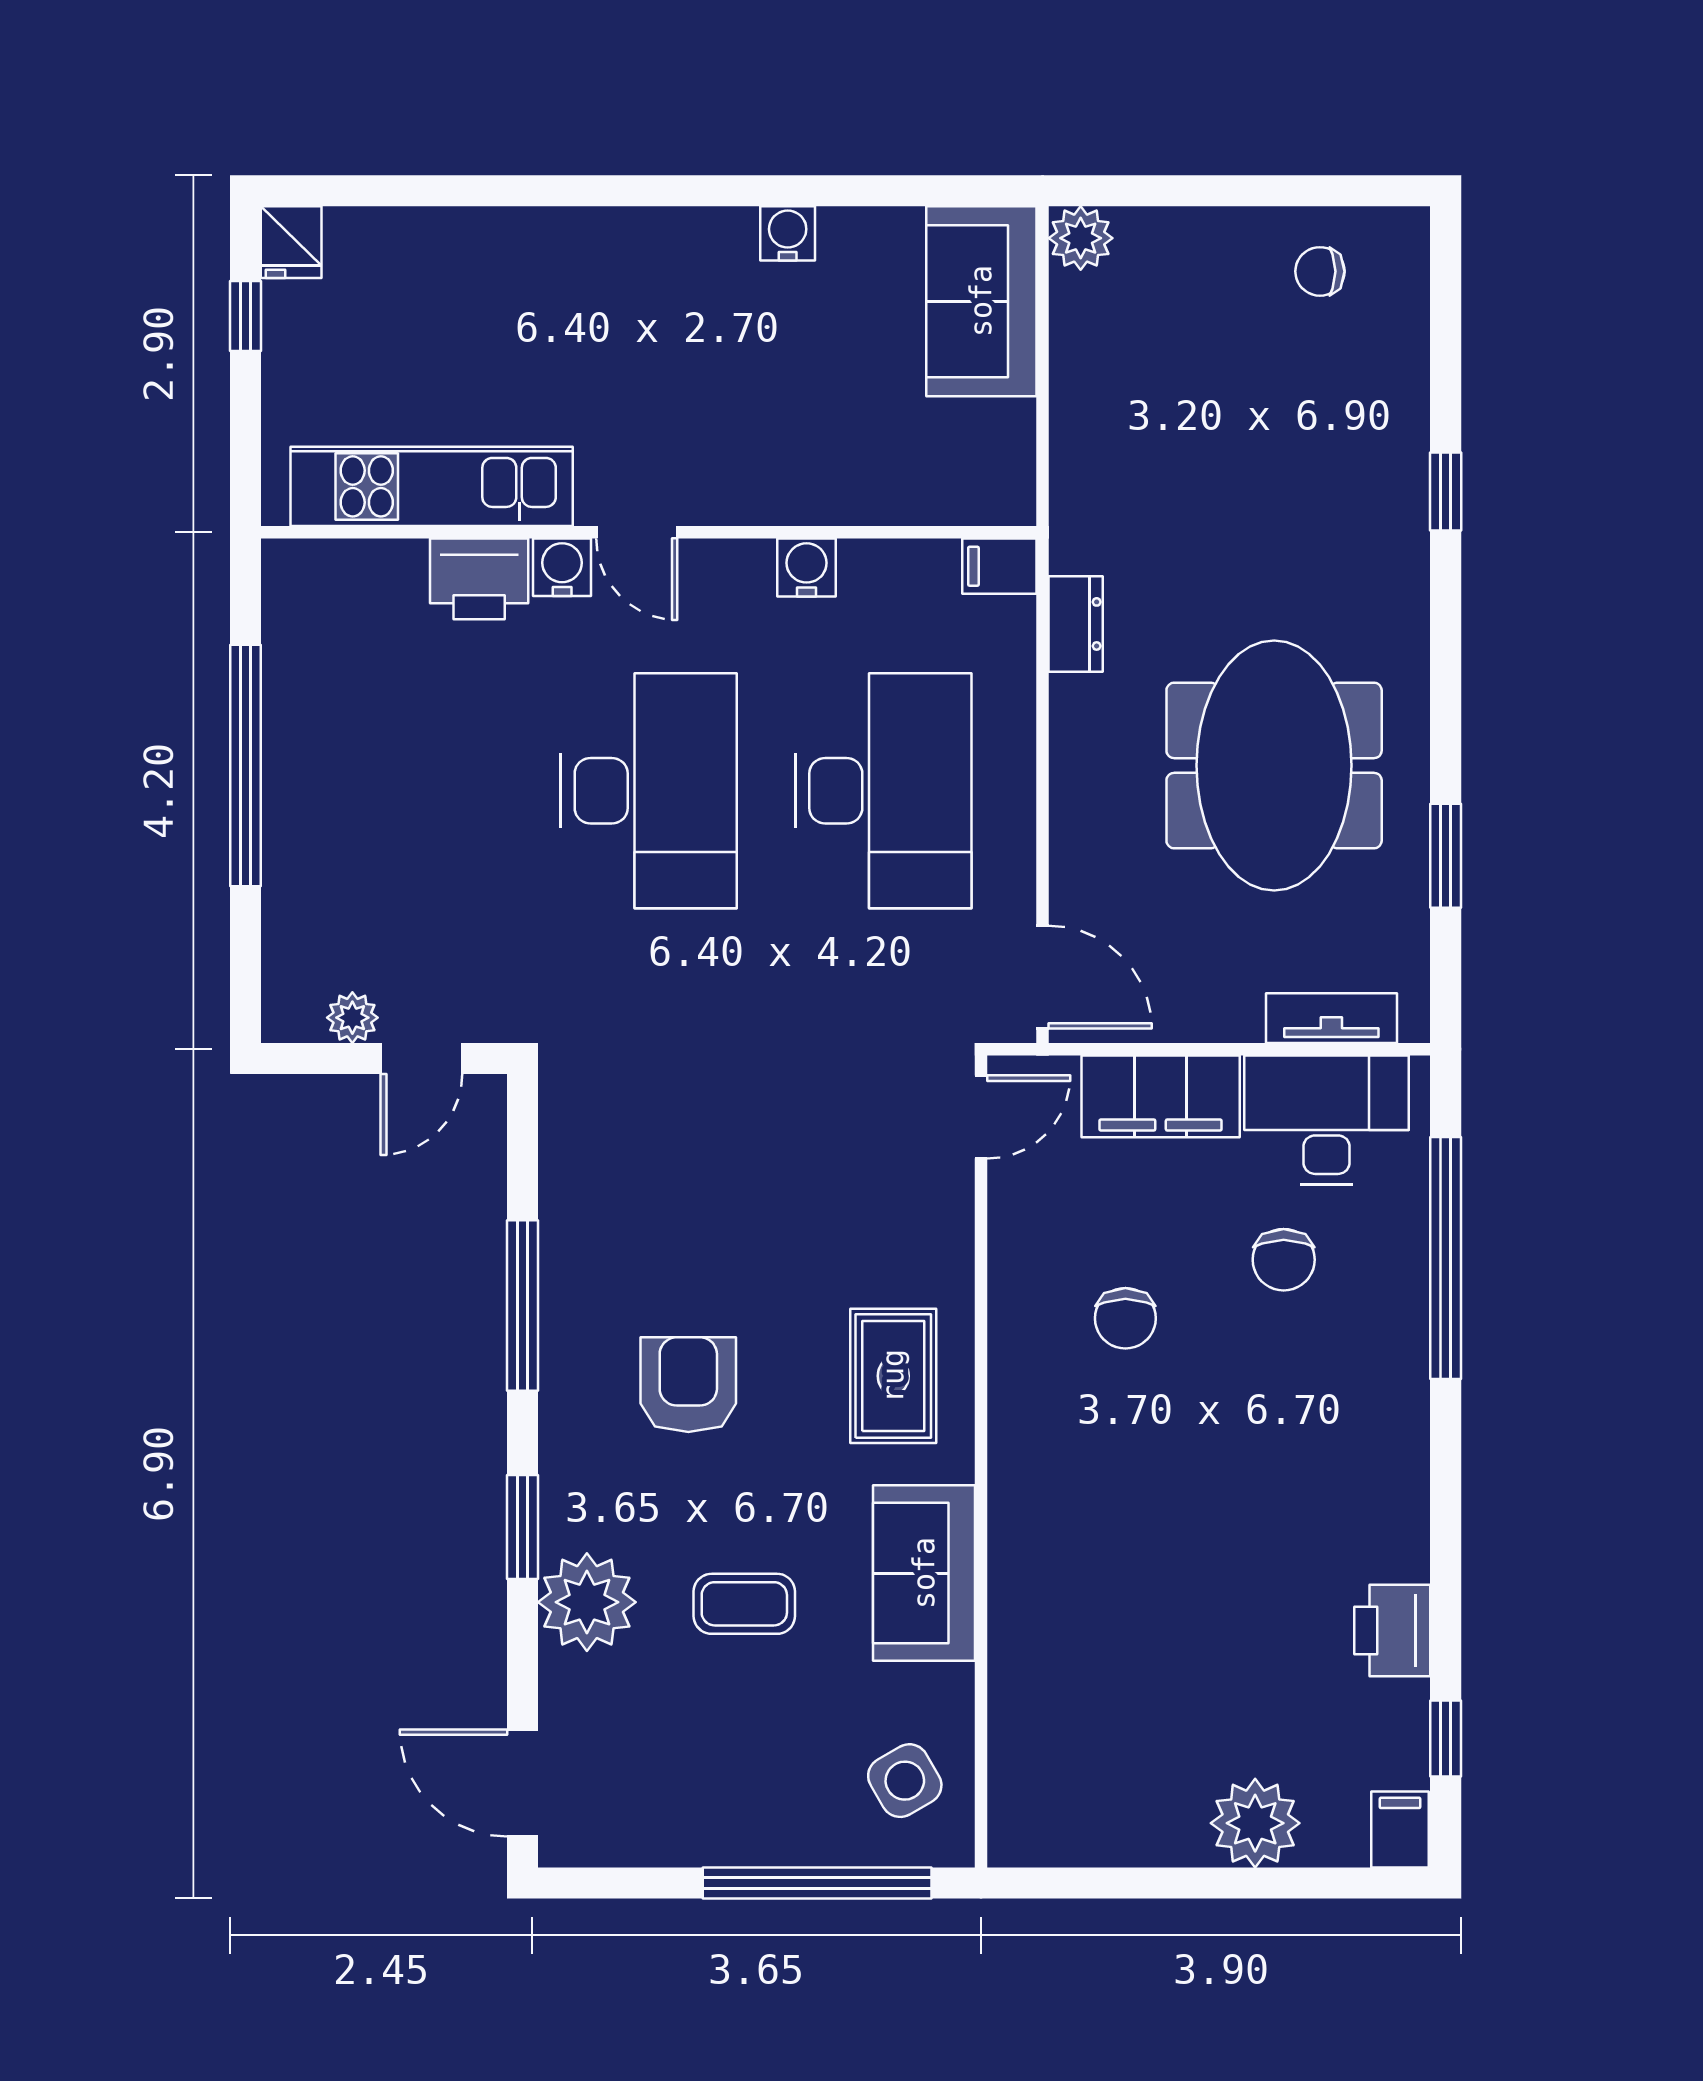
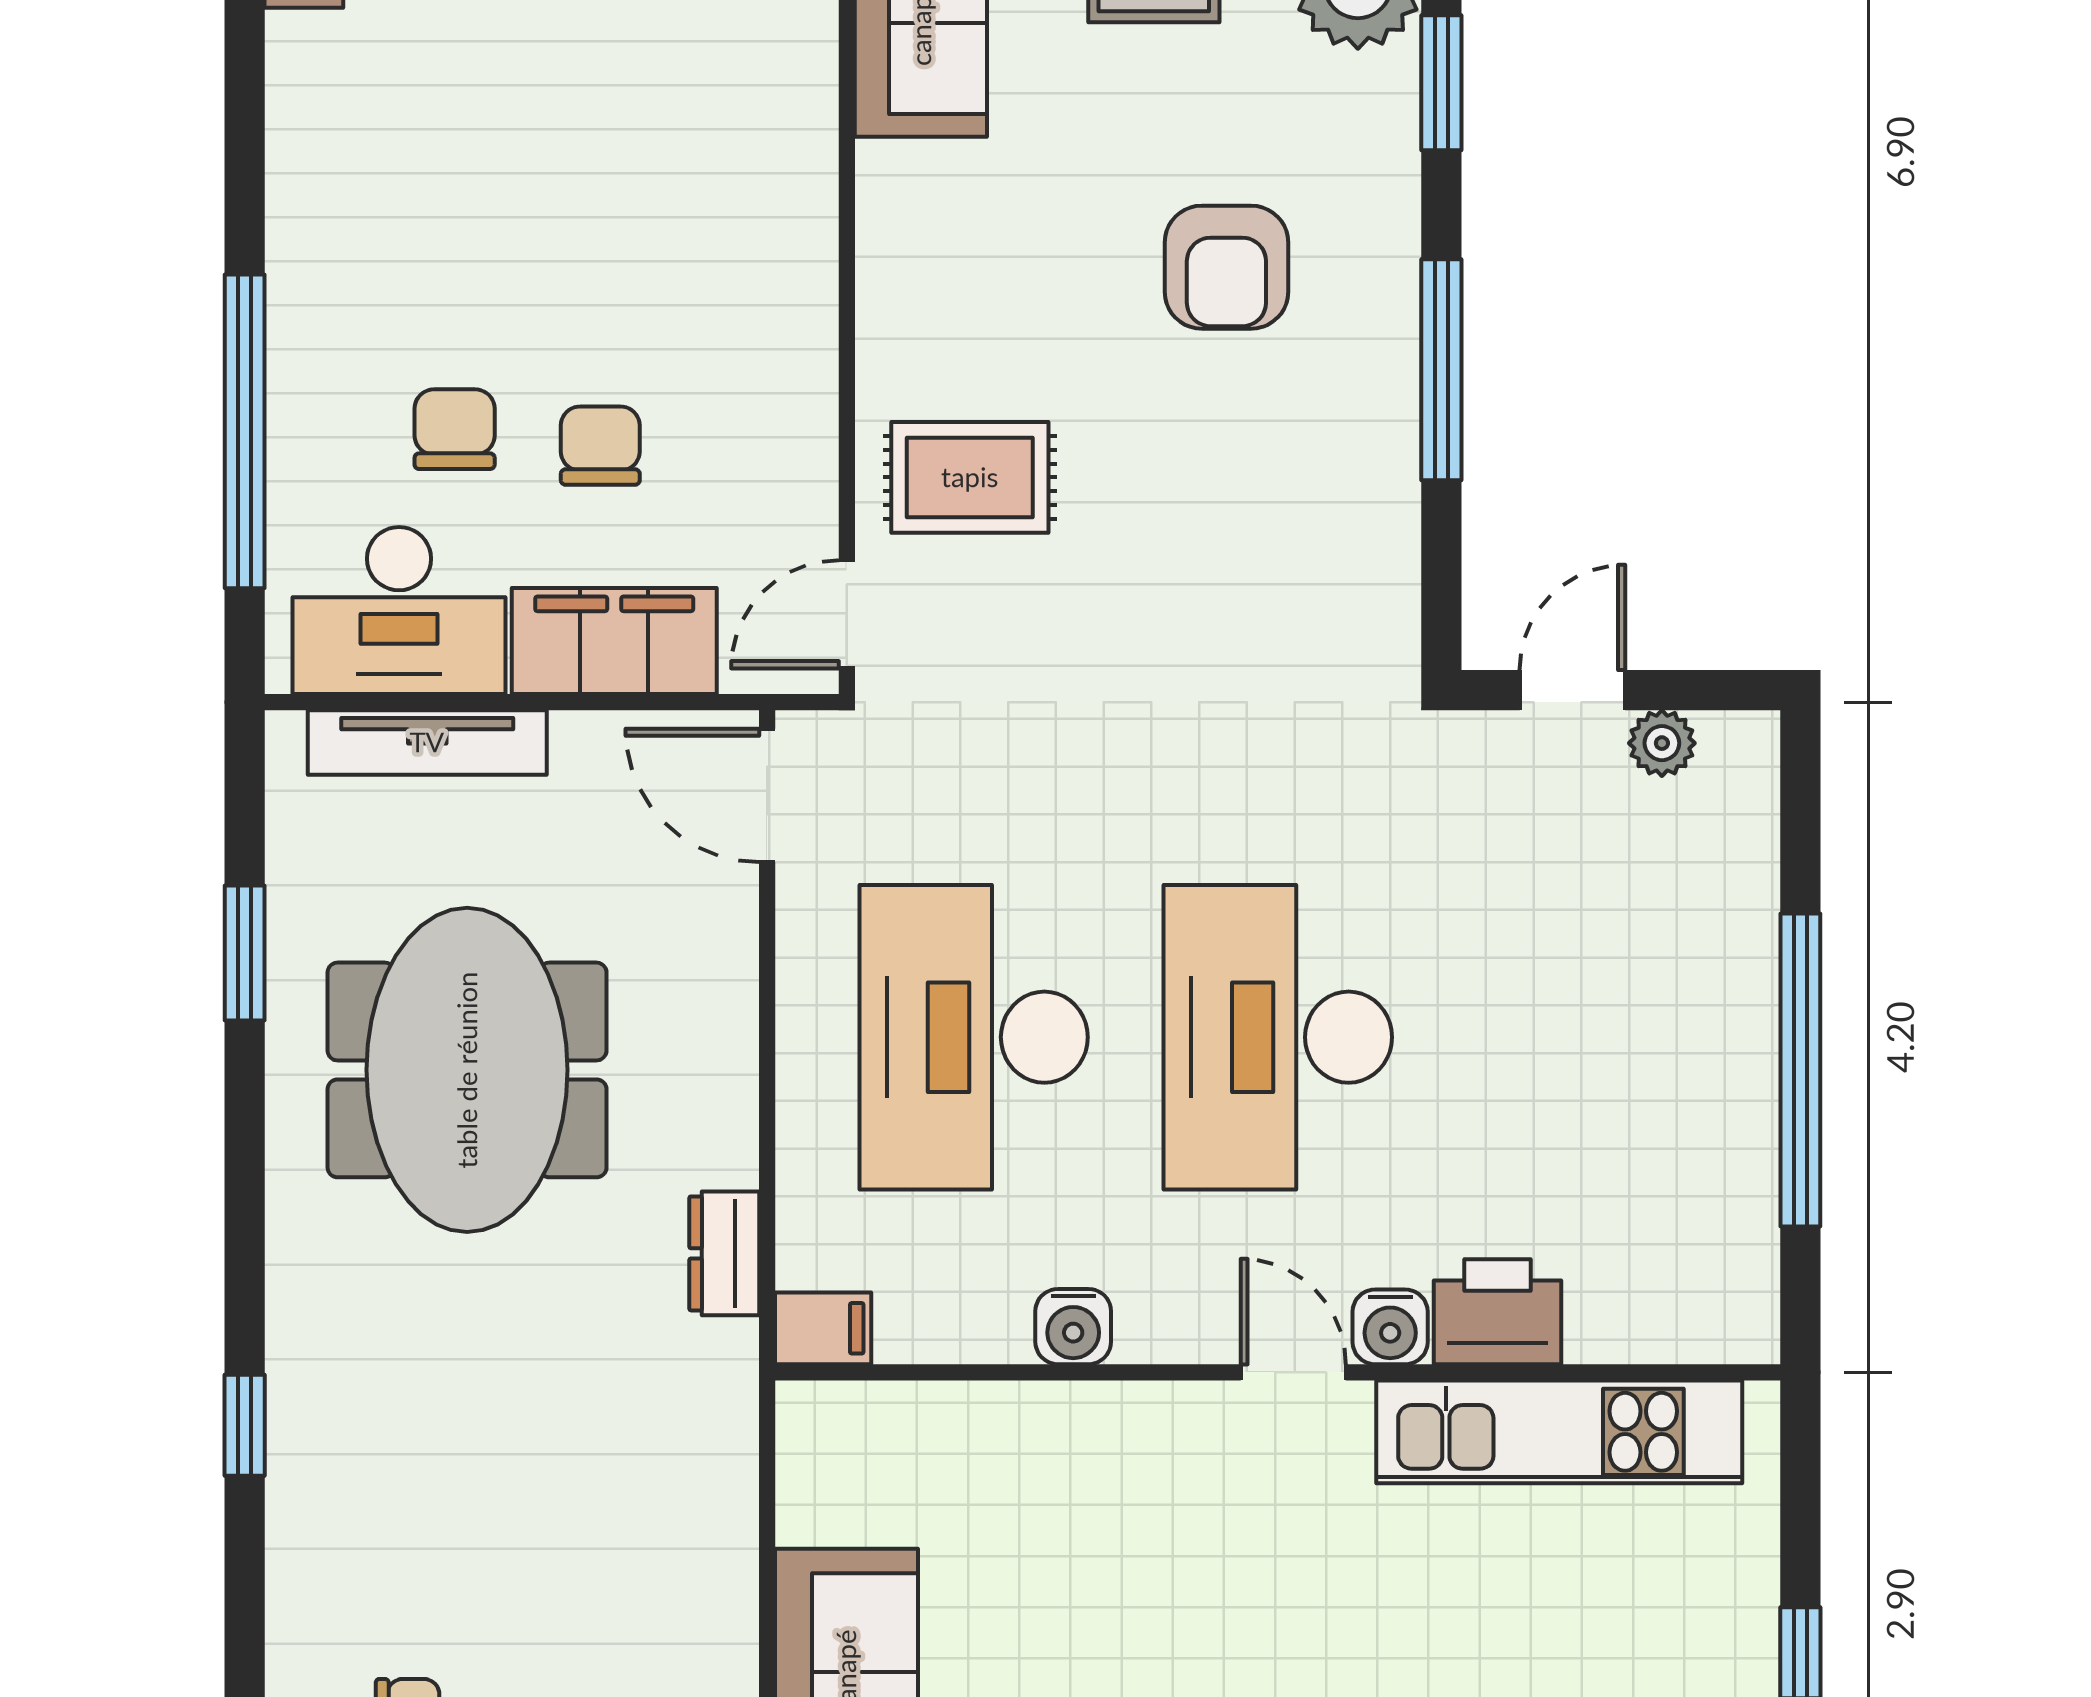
tv unit: (1331, 1018) -> (427, 742), width x1.41
chair: (1125, 1318) -> (600, 446), moved
rug: (893, 1376) -> (970, 477), moved, turned 90

